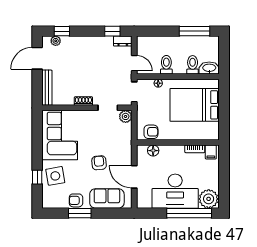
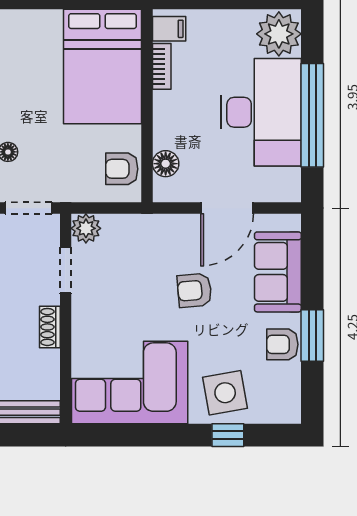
bed: (195, 105) -> (102, 66), moved
armchair: (151, 132) -> (122, 169), turned -90
armchair: (76, 200) -> (282, 344), turned 90
window: (189, 213) -> (312, 115), moved

